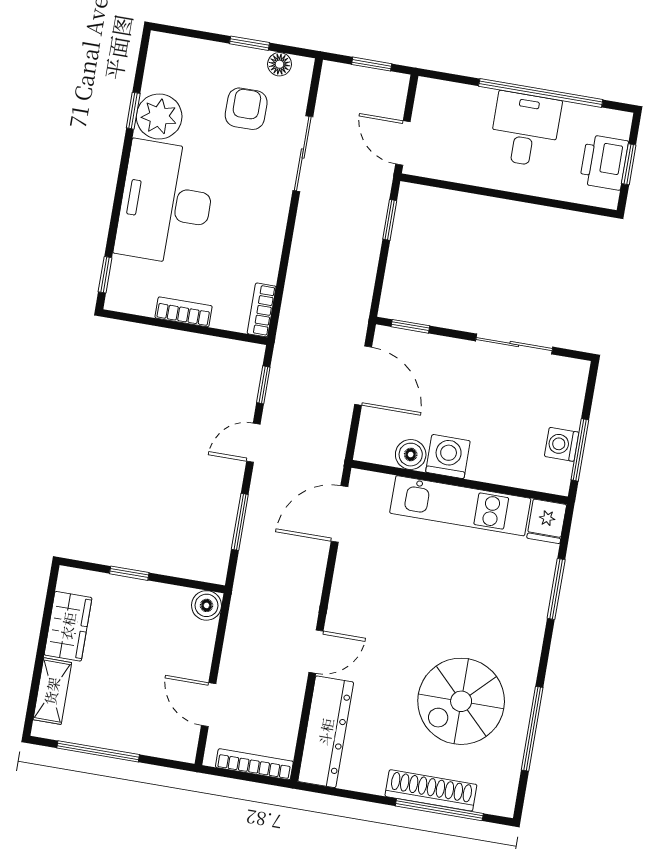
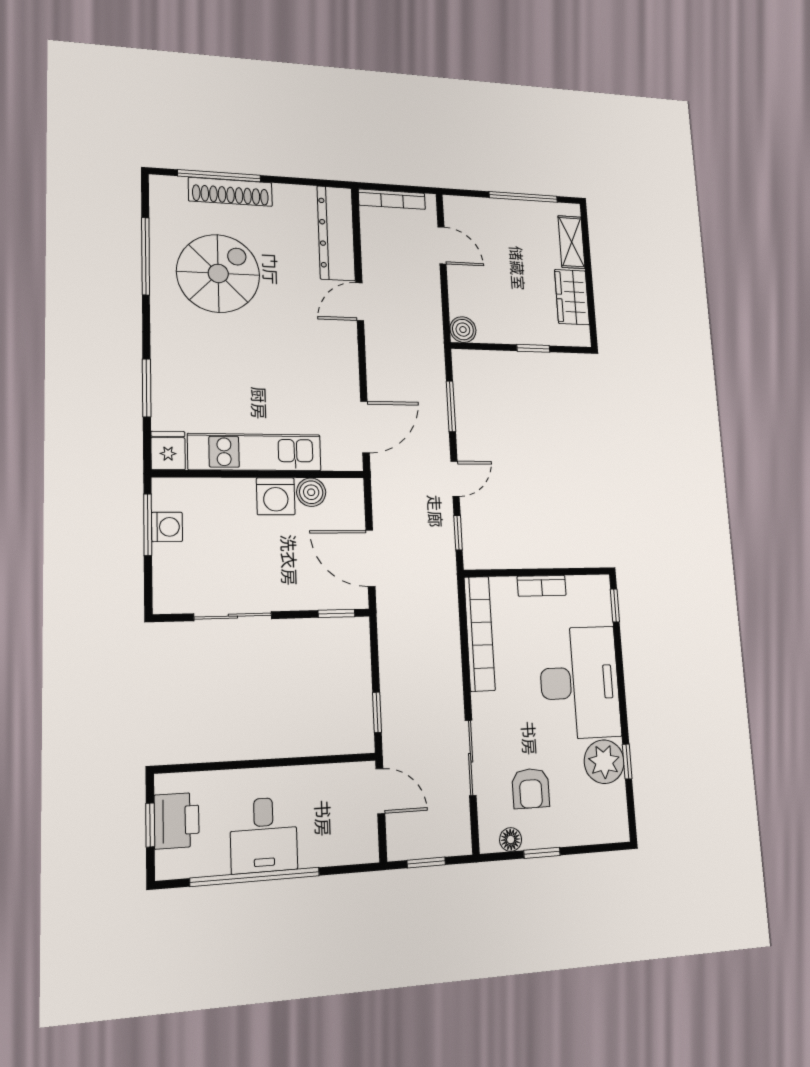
bookcase: (262, 310) -> (480, 634), width x2.31, depth x1.31

